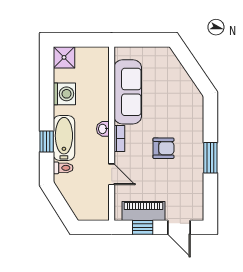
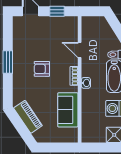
sofa: (128, 92) -> (68, 110), width x0.73
piano: (144, 211) -> (28, 117), moved, turned -124

